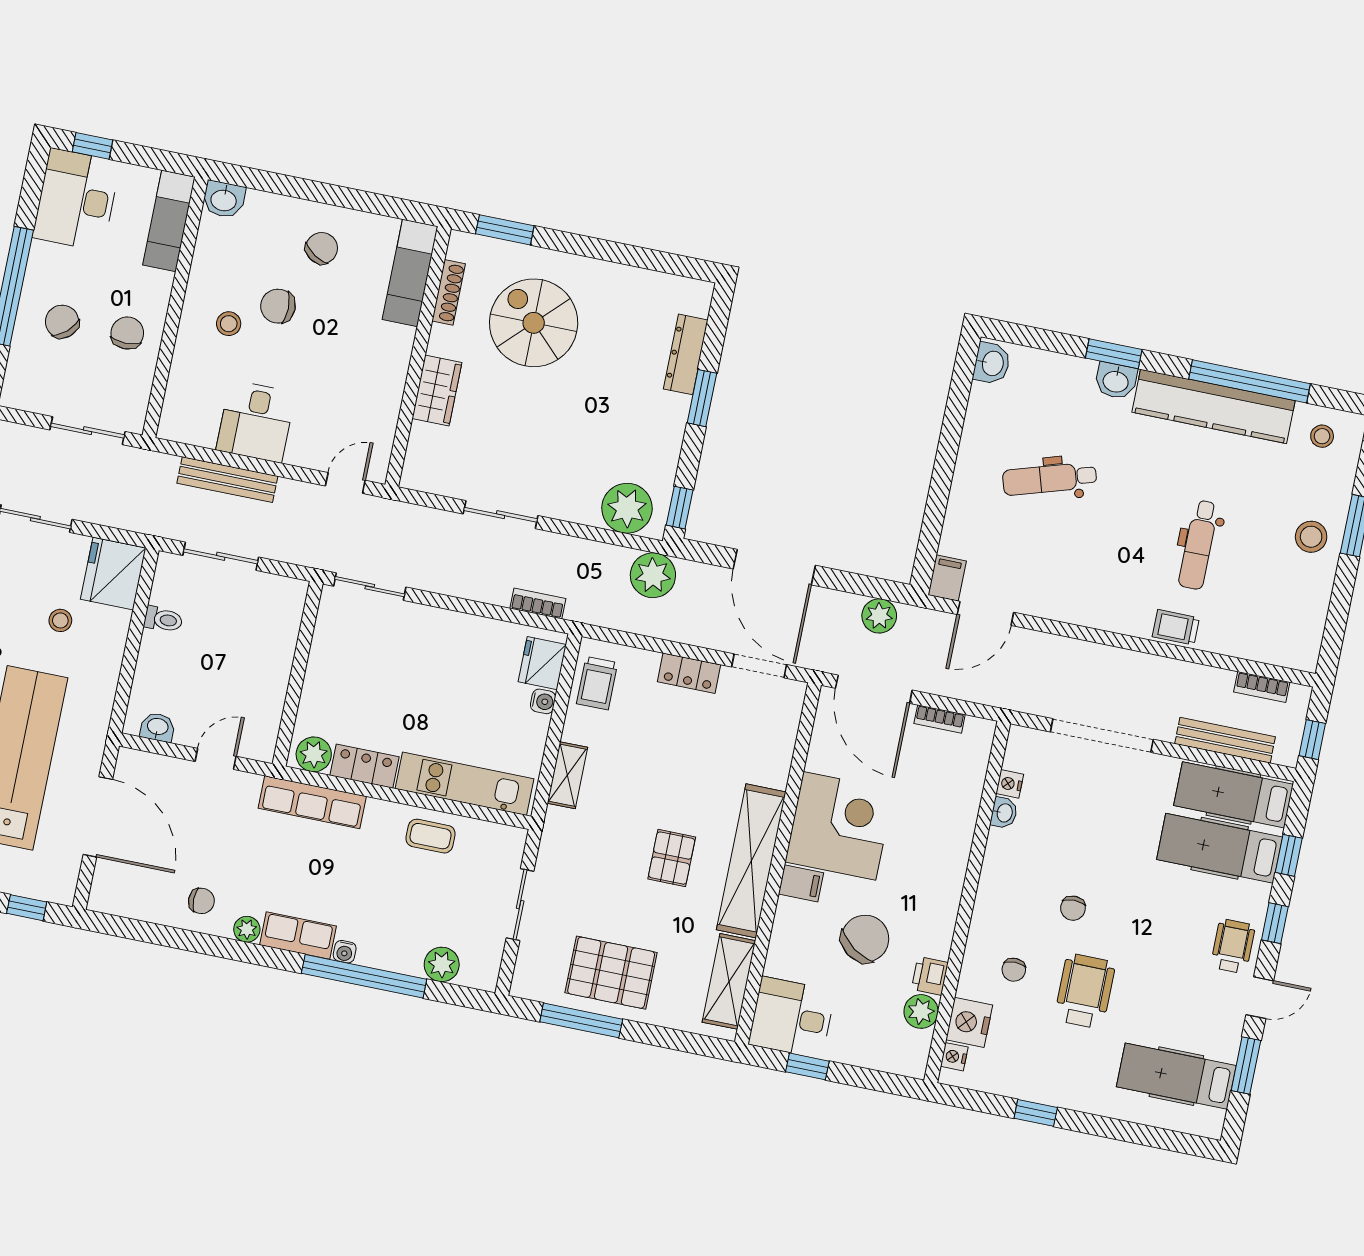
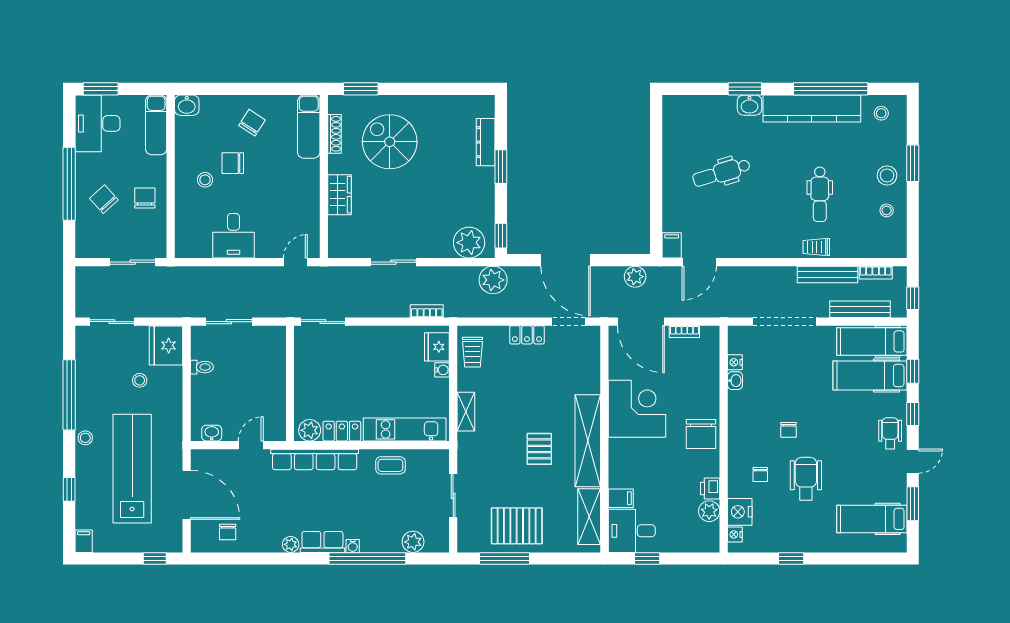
window: (92, 146) -> (101, 89), width x1.50
washbasin: (992, 363) -> (672, 110), removed
bench: (227, 480) -> (828, 274), moved
stool: (1299, 592) -> (887, 210), added
row of seats: (312, 802) -> (315, 459), width x1.36
filing cabinet: (801, 883) -> (621, 498), moved
chair: (201, 901) -> (228, 532), moved, turned 90
chair: (865, 939) -> (701, 434), moved, turned 145

